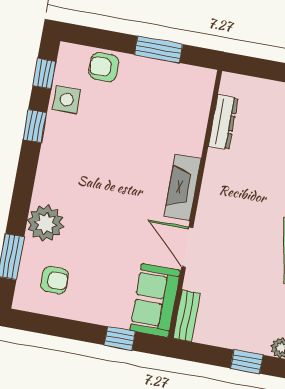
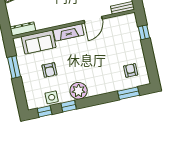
armchair: (104, 67) -> (49, 70), moved
dresser: (223, 122) -> (23, 29), moved
plant: (45, 223) -> (79, 91), moved
sofa: (155, 300) -> (39, 42), moved

